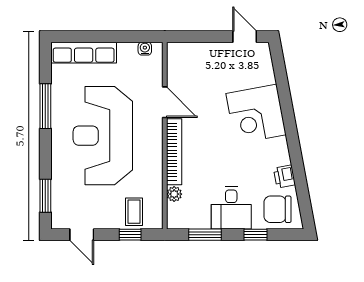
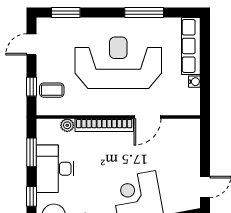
water cooler: (145, 49) -> (194, 82), moved
desk: (231, 208) -> (55, 169), width x1.37

